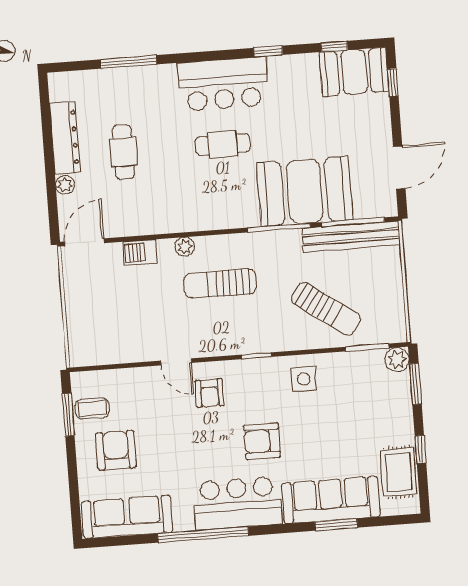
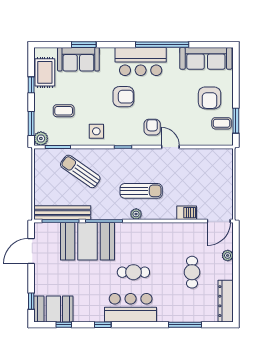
dresser: (65, 138) -> (226, 301), moved
plant: (185, 247) -> (136, 214), moved
coffee table: (362, 410) -> (64, 111), added
sofa: (331, 500) -> (78, 59), width x0.73

